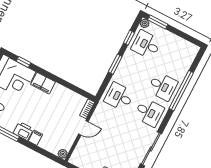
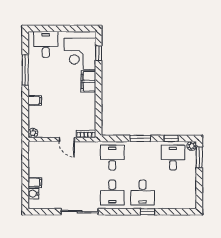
window: (181, 91) -> (148, 212), width x0.32
printer: (23, 131) -> (35, 86), removed

